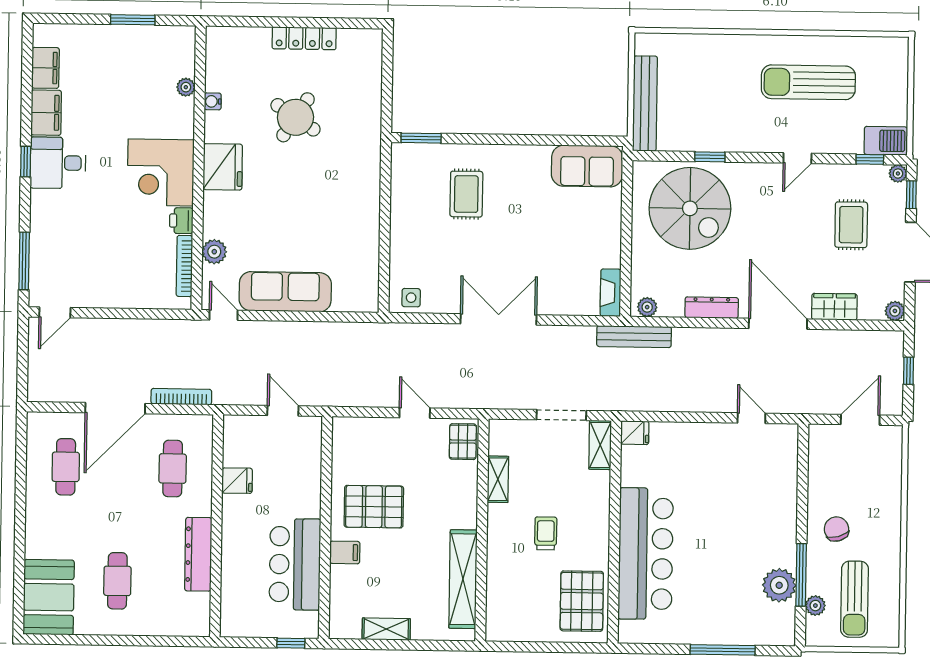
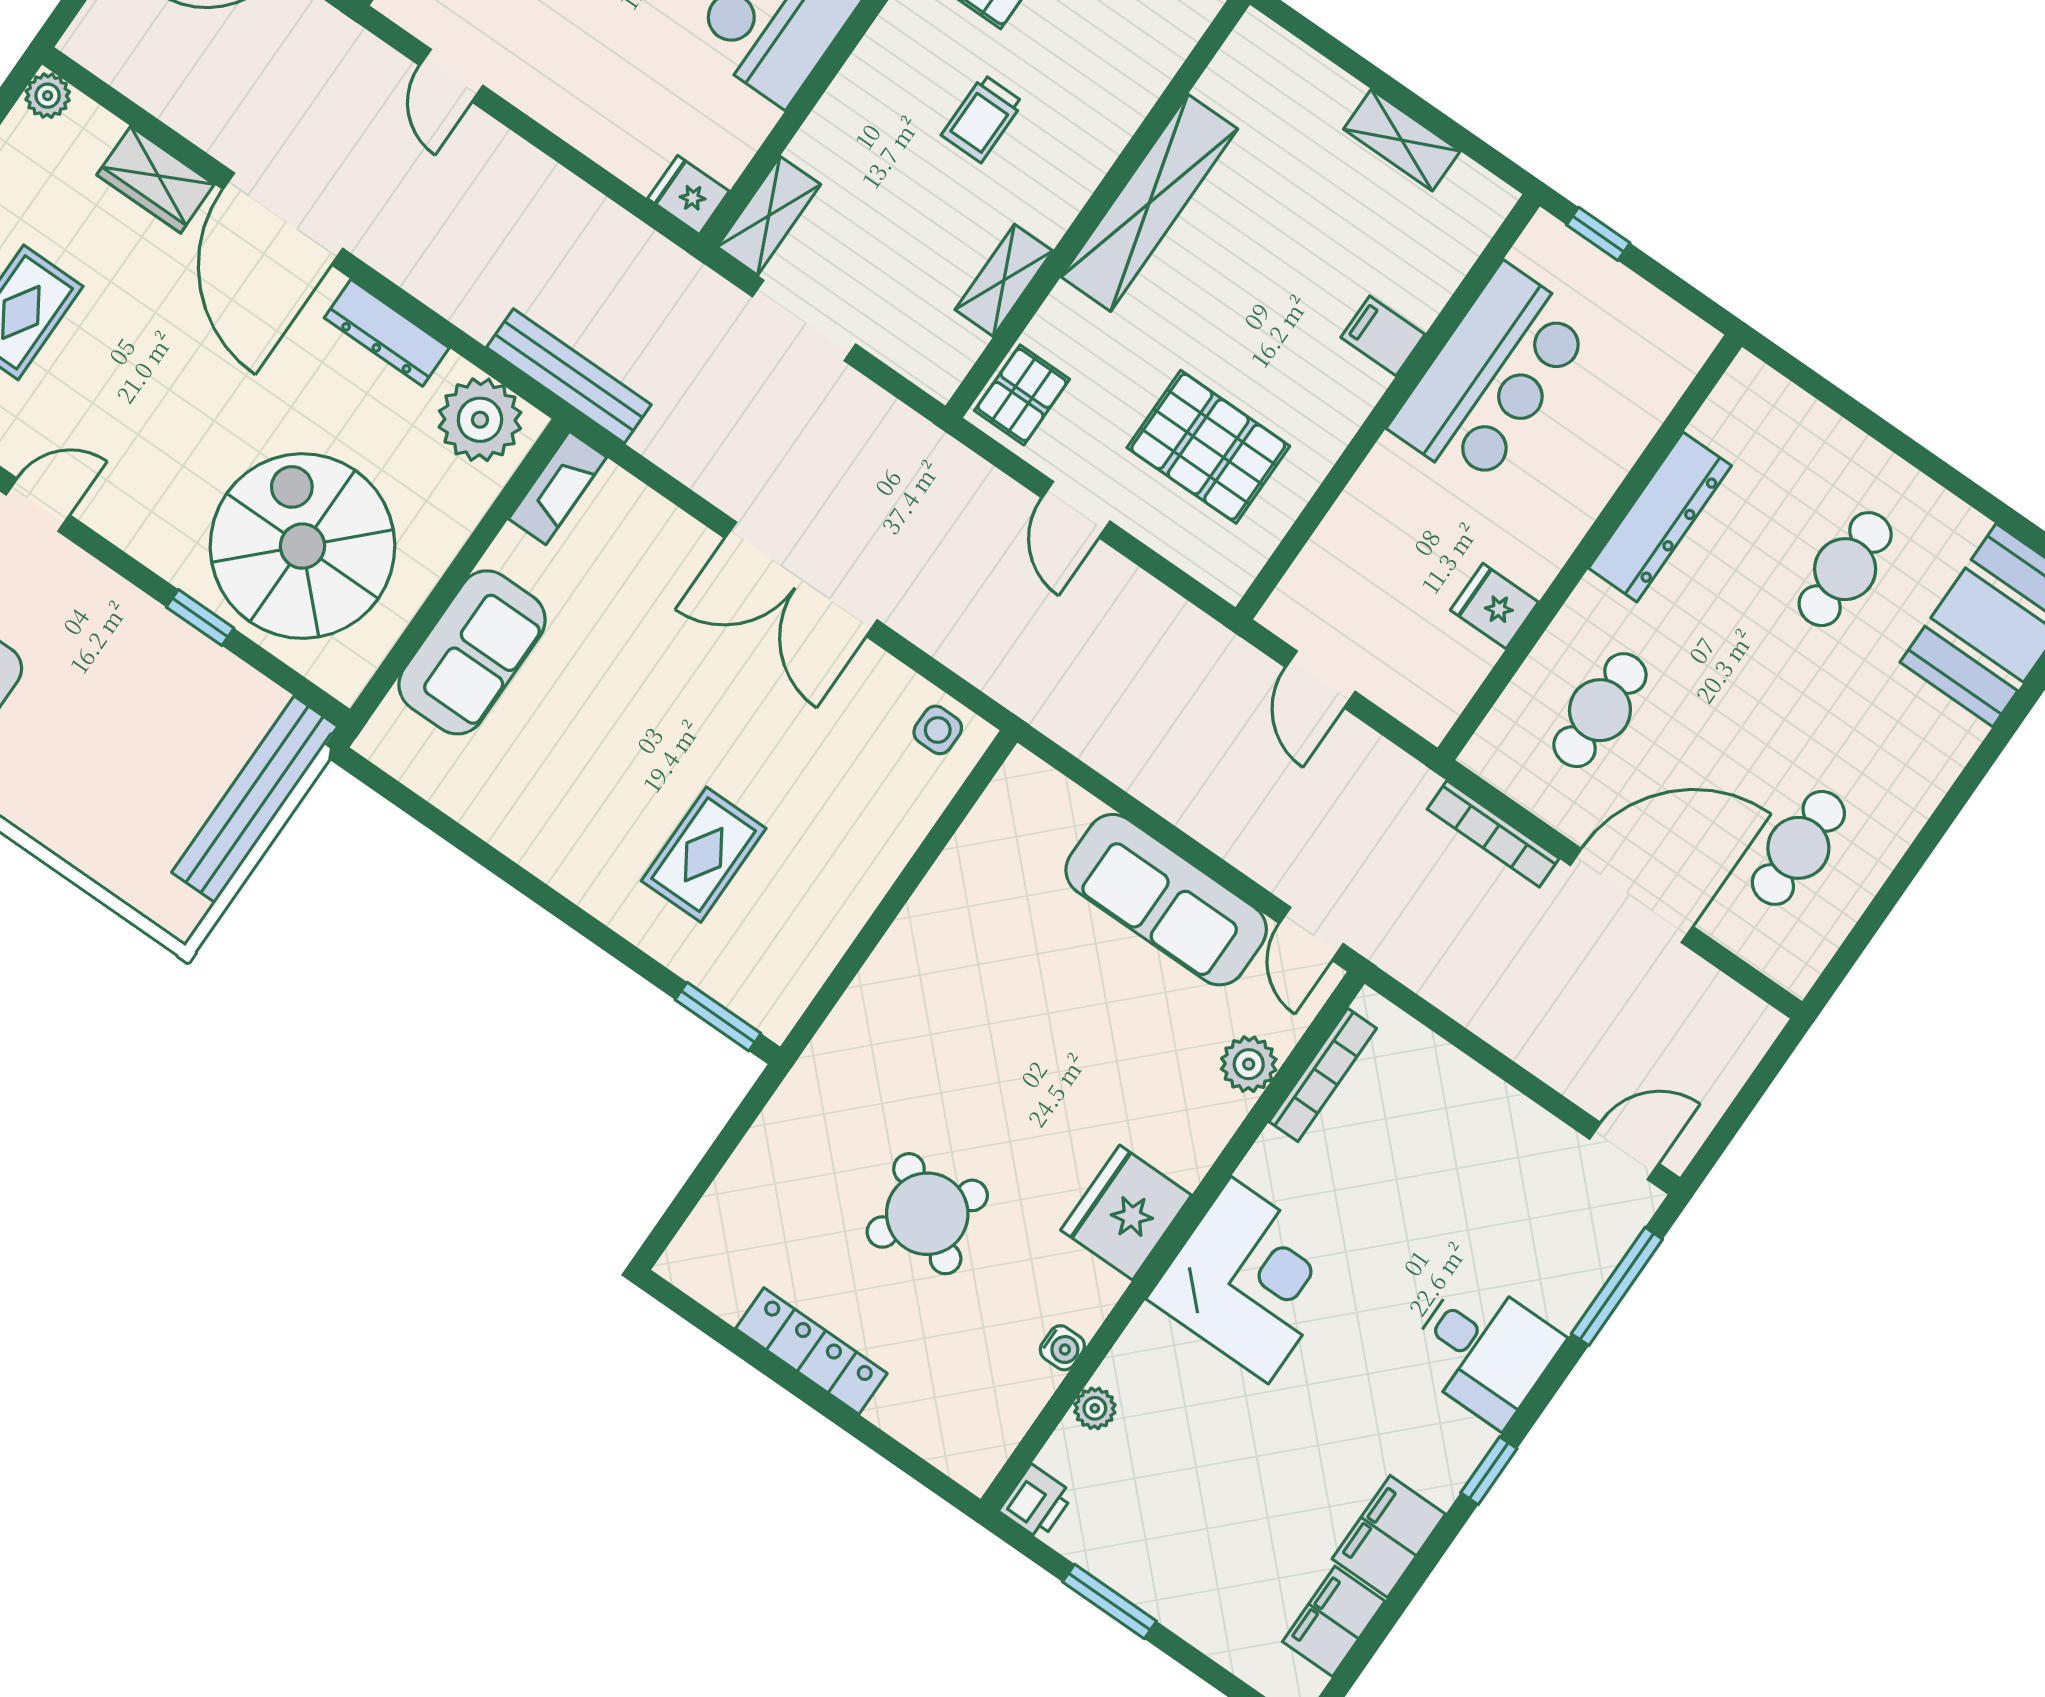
desk: (58, 163) -> (1484, 1350), moved
sofa: (587, 166) -> (472, 652), moved, turned 90
printer: (181, 221) -> (1036, 1502), moved
plant: (647, 307) -> (480, 420), width x1.88, depth x1.88
pallet: (374, 507) -> (1208, 447), moved
shelving: (463, 579) -> (1149, 203), moved

